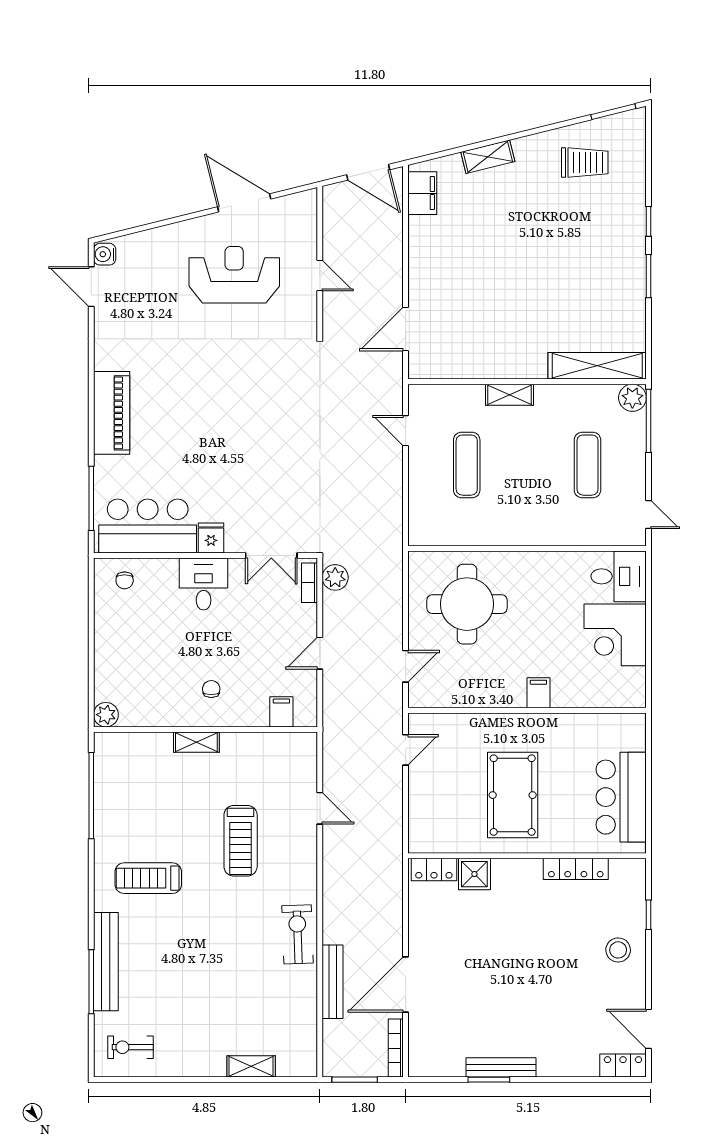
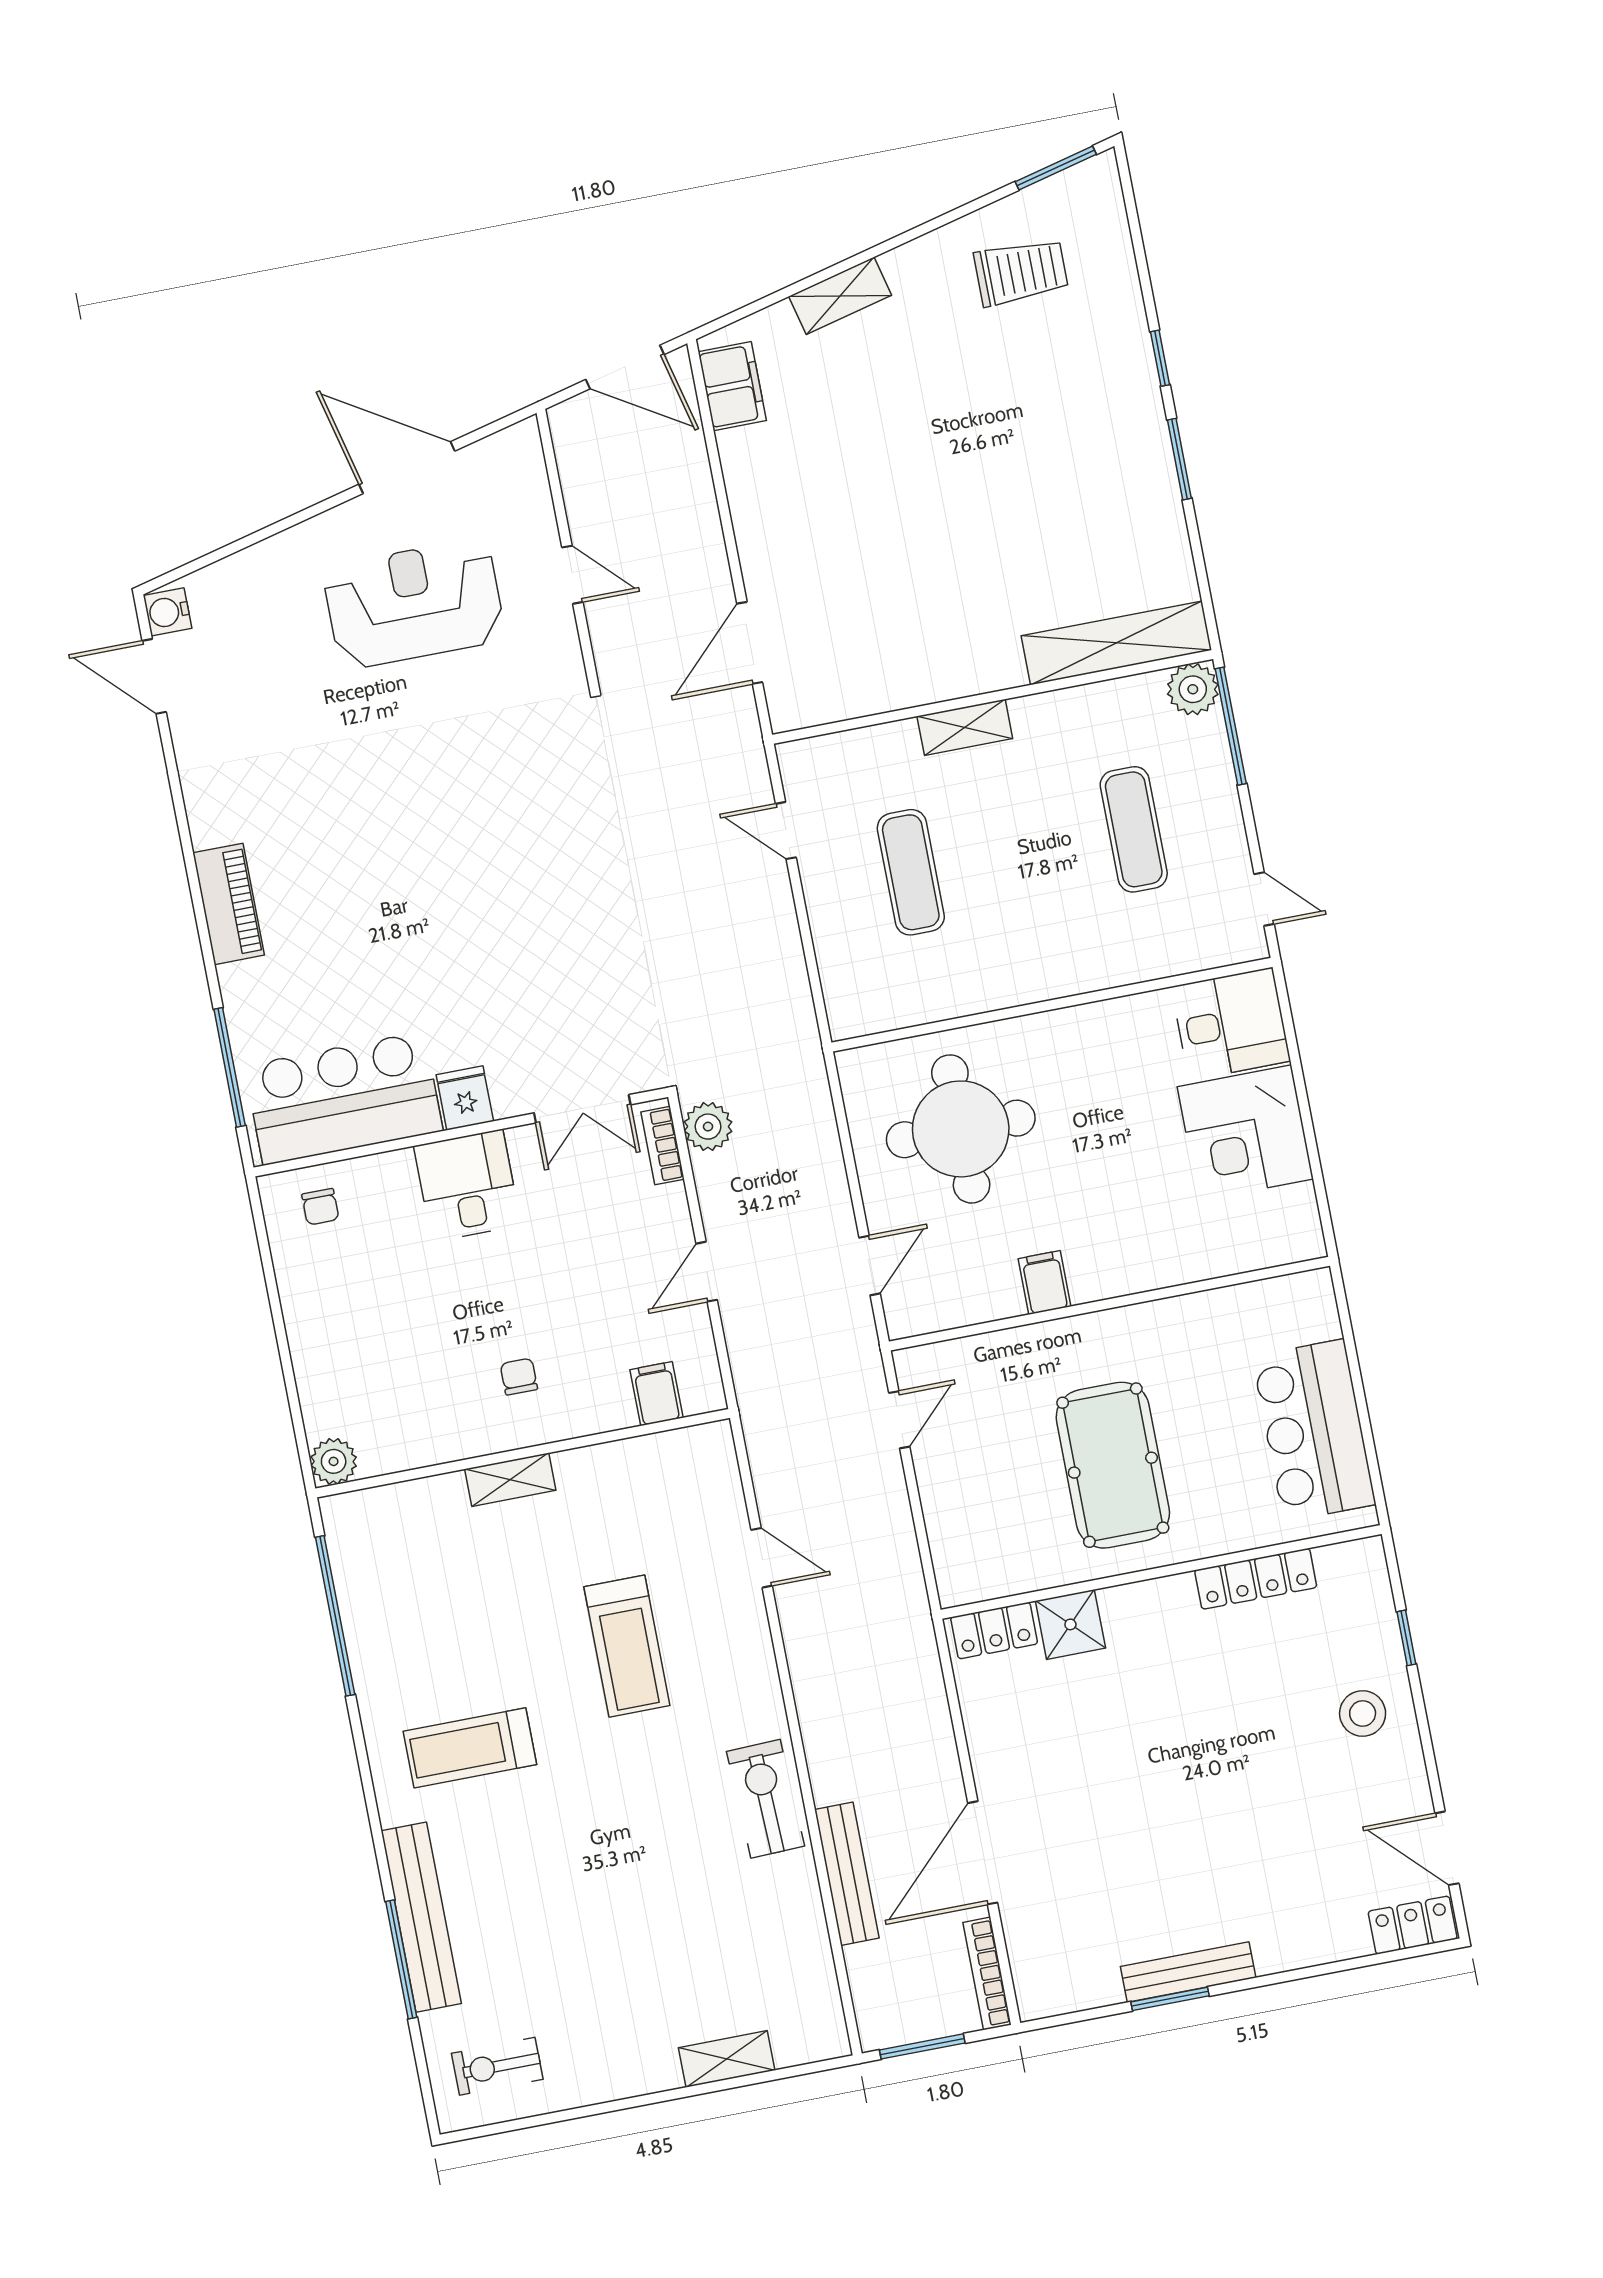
piano: (112, 413) -> (229, 904), width x0.73, depth x0.75
filing cabinet: (538, 693) -> (1045, 1283), moved

